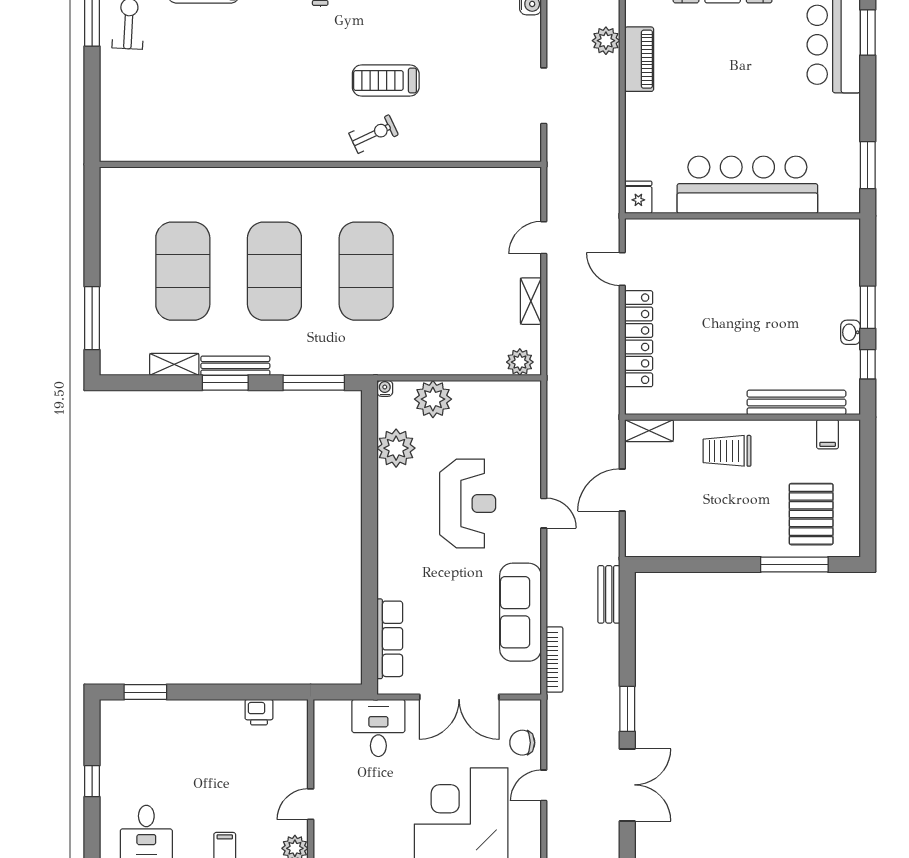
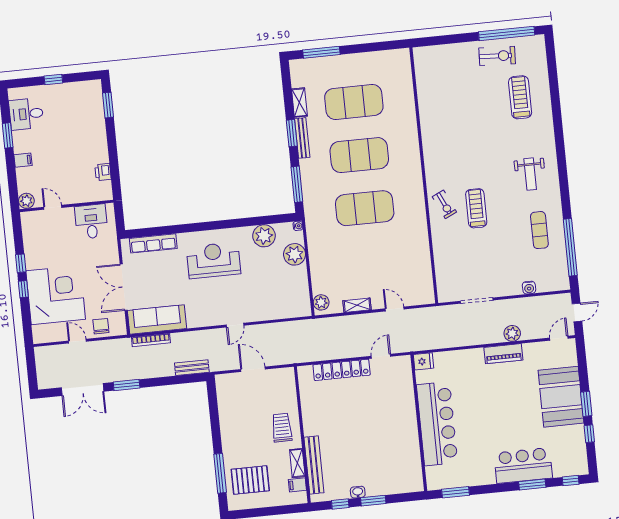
shelving: (649, 431) -> (297, 463), moved
reception desk: (468, 503) -> (213, 260), moved, turned 180
sofa: (520, 612) -> (157, 319), moved
desk: (378, 728) -> (91, 222), moved, turned -90

